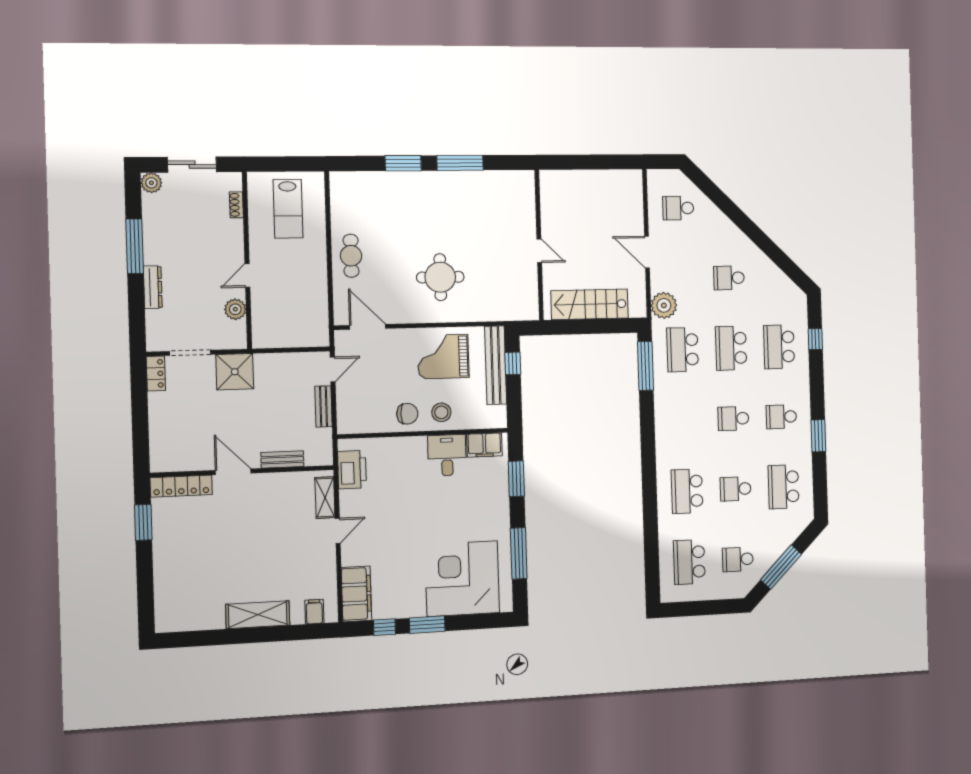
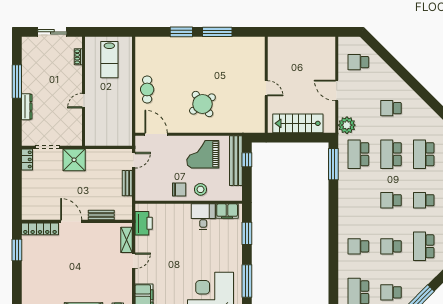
plant: (151, 183) -> (28, 43), removed
round table: (440, 277) -> (202, 104), turned -36
plant: (235, 309) -> (76, 121), removed
school desk: (687, 491) -> (358, 246), width x0.54

